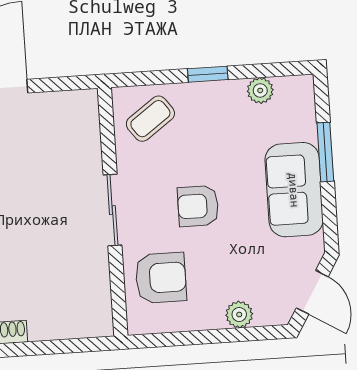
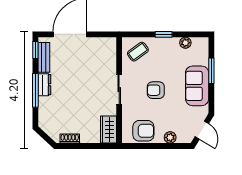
armchair: (161, 278) -> (143, 131), moved
wardrobe: (94, 306) -> (108, 130), added

